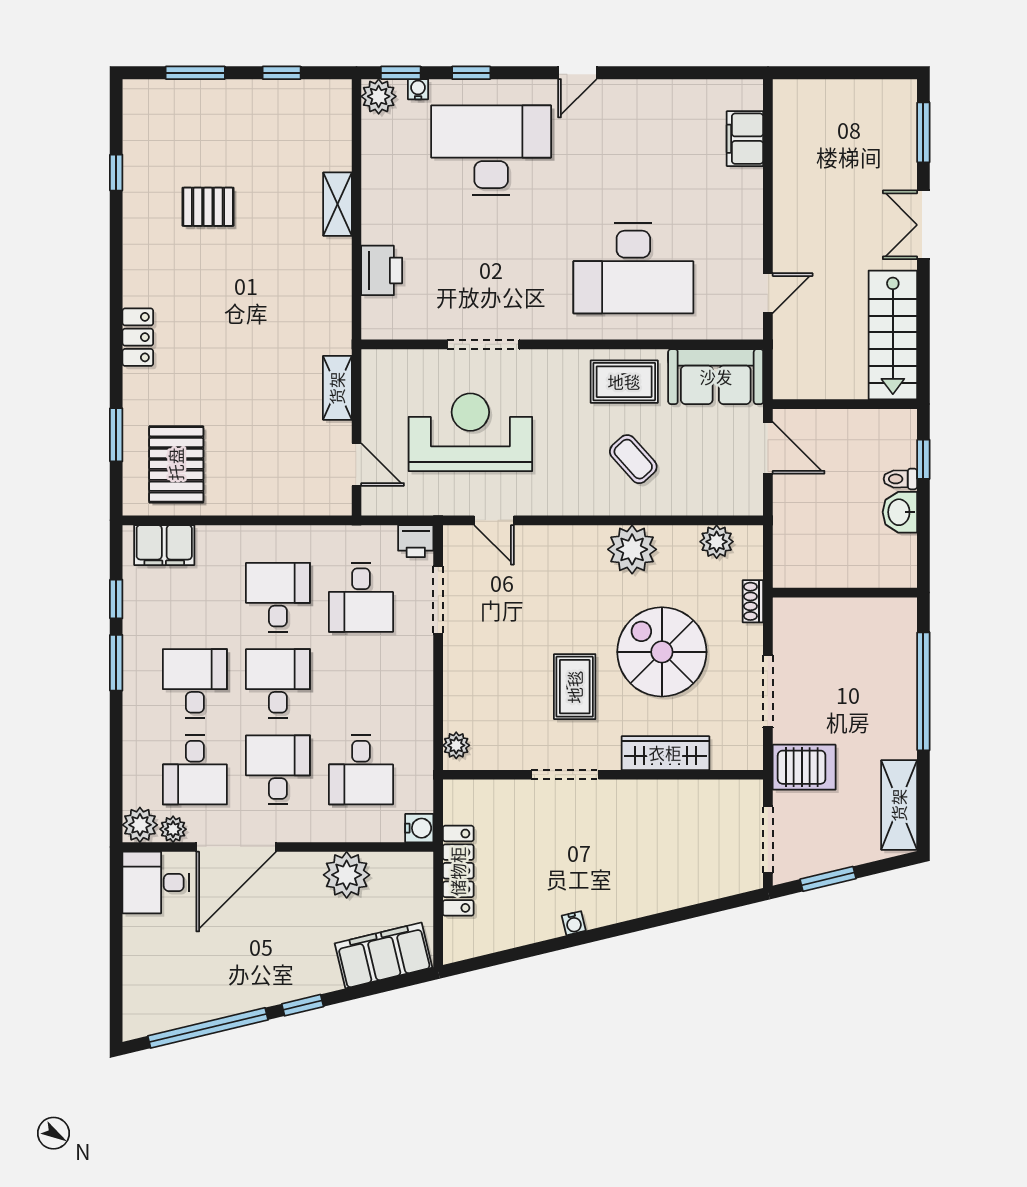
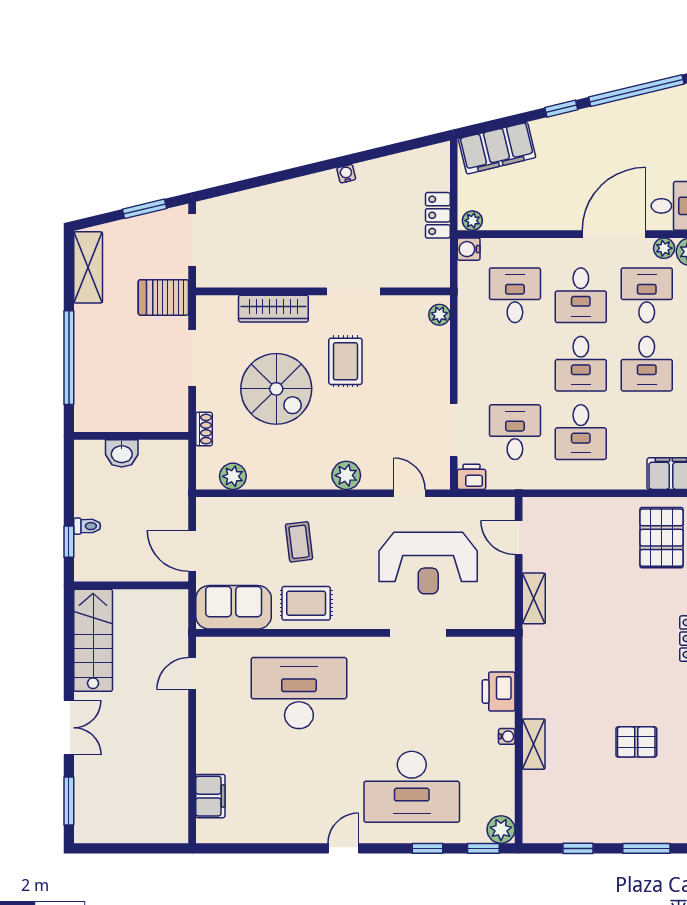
water cooler: (418, 89) -> (507, 736), moved, turned -90
coffee table: (633, 459) -> (299, 542), turned 35
washbasin: (900, 512) -> (122, 453), moved, turned 90
plant: (632, 549) -> (346, 475), moved, width x0.73, depth x0.73
locker: (458, 871) -> (438, 215), width x0.66
plant: (347, 875) -> (472, 221), moved, width x0.53, depth x0.53

